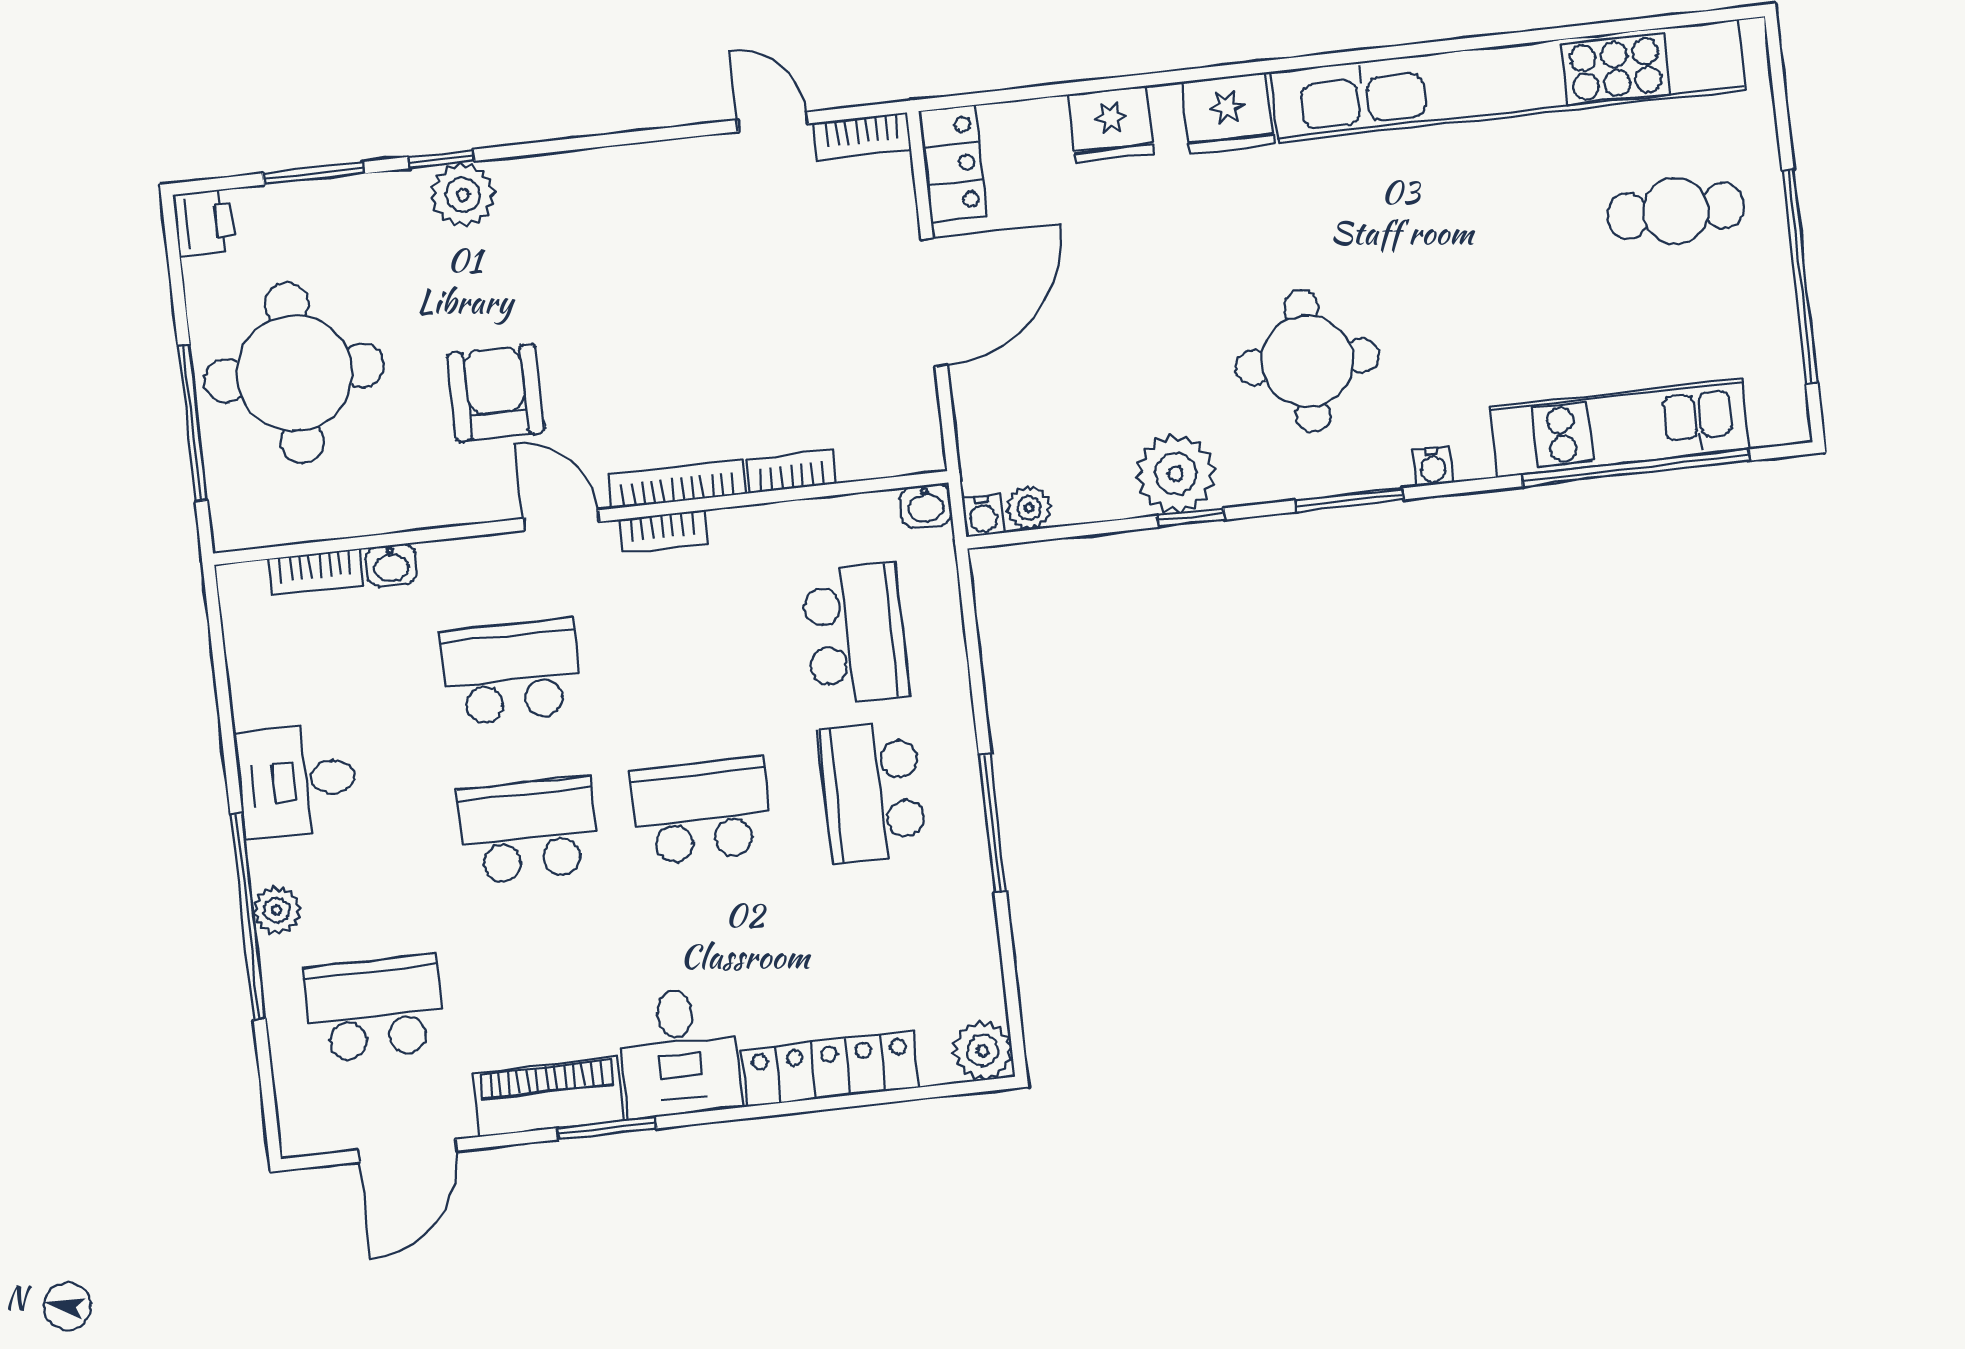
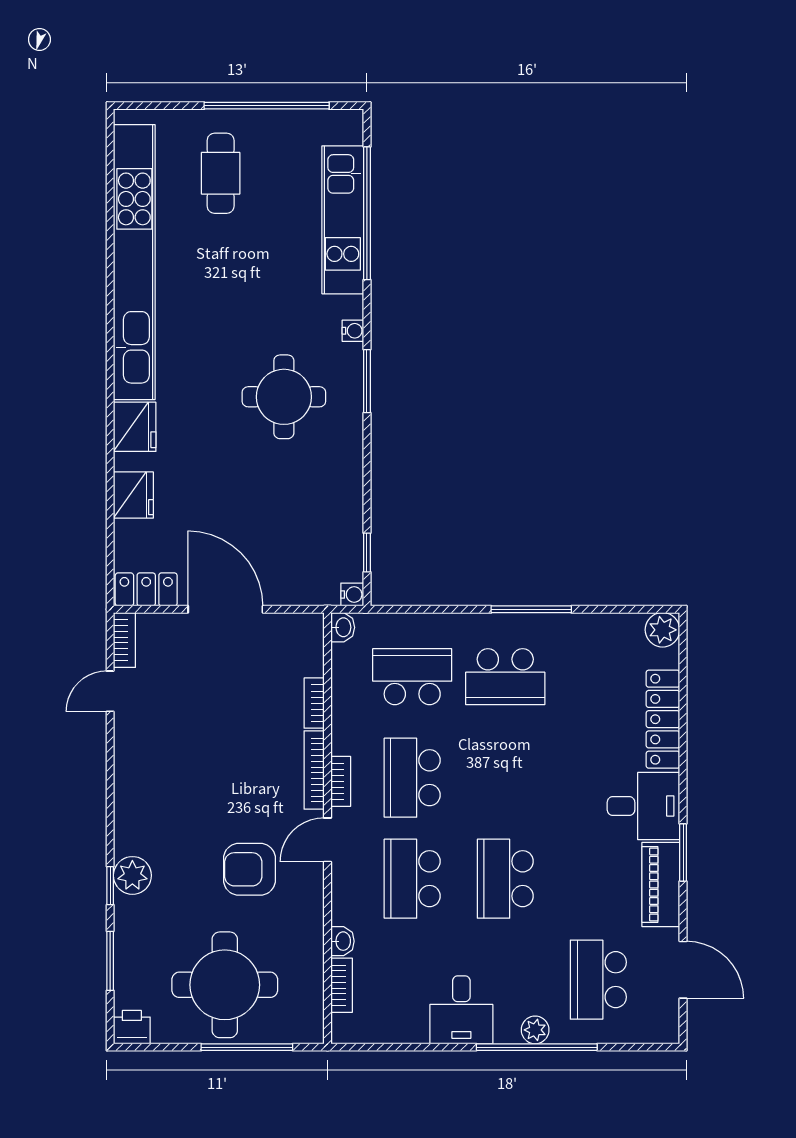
plant: (1176, 474) -> (340, 480), removed
plant: (1029, 508) -> (351, 568), removed
window: (1191, 518) -> (367, 553), moved
school desk: (701, 811) -> (412, 778), moved

